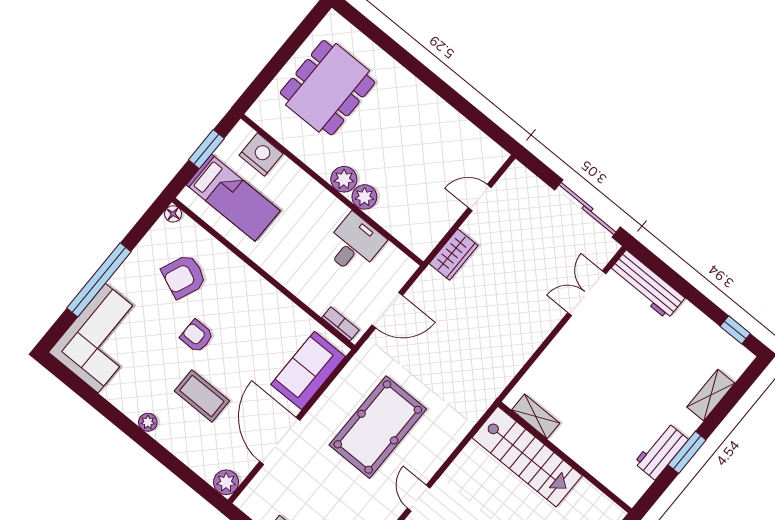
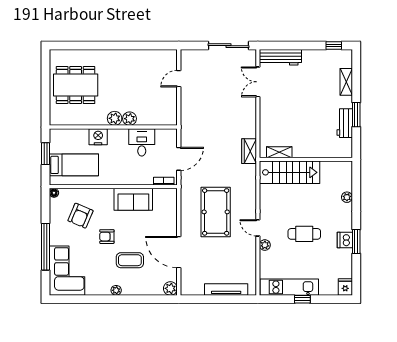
dining table: (328, 88) -> (76, 85), turned 90
nightstand: (261, 155) -> (98, 137), moved
wardrobe: (454, 255) -> (249, 151), moved, turned 180
sofa: (308, 370) -> (133, 199), moved, turned -90

